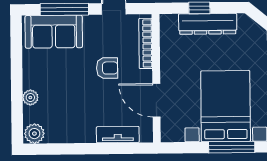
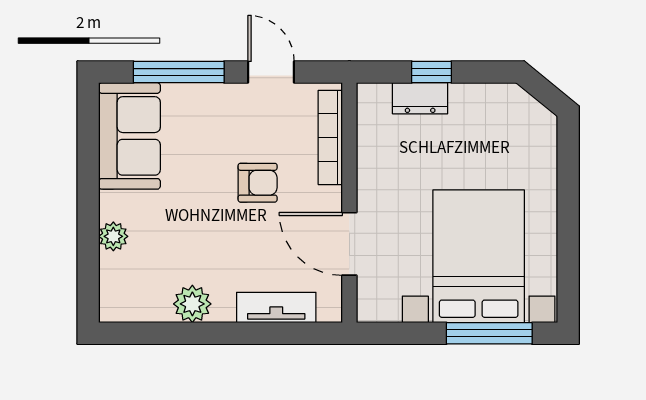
dresser: (208, 24) -> (420, 98), width x0.51, depth x0.80
sofa: (54, 32) -> (130, 136), moved, turned -90
plant: (34, 134) -> (192, 304), moved

